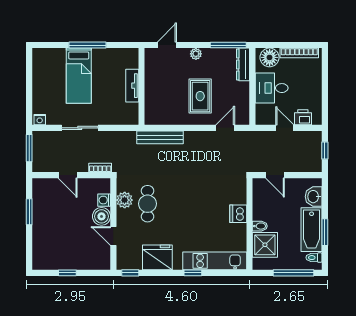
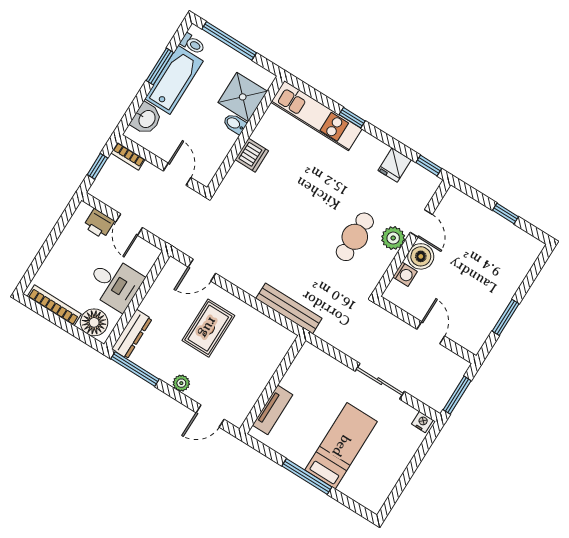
tv unit: (132, 86) -> (273, 410), moved
bookcase: (100, 168) -> (128, 156), moved
plant: (125, 200) -> (393, 238), moved
fridge: (157, 257) -> (395, 165), width x0.53, depth x0.75

